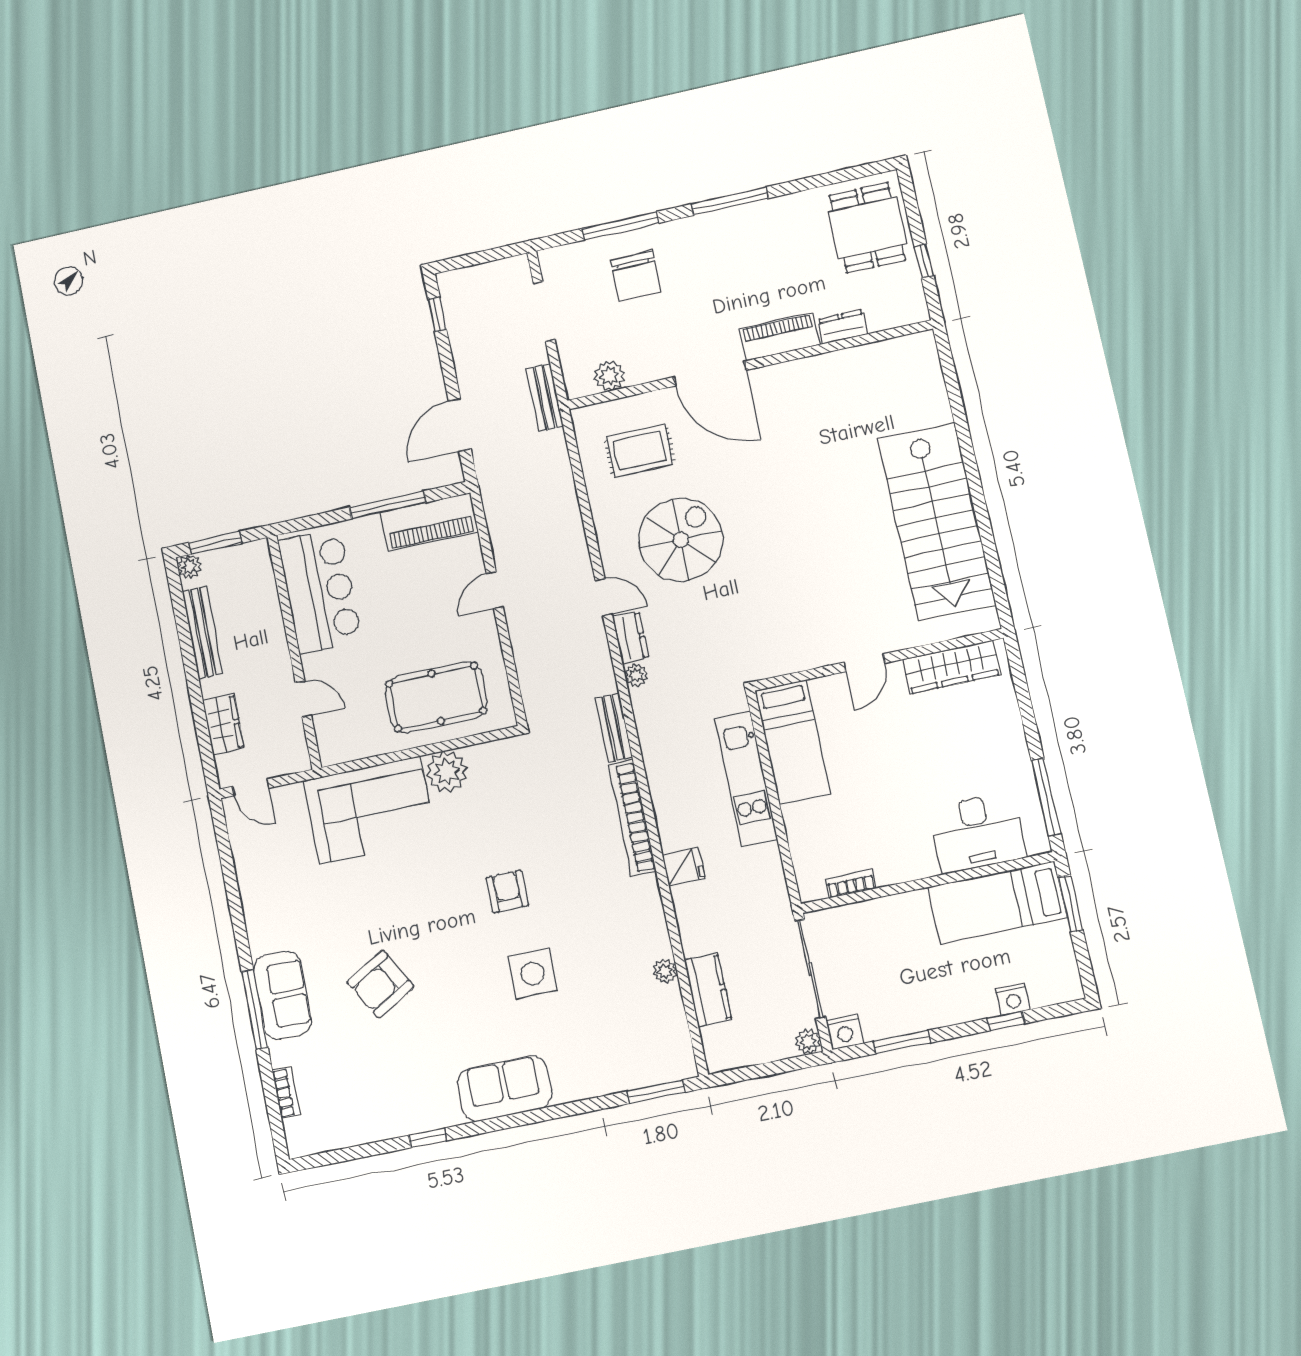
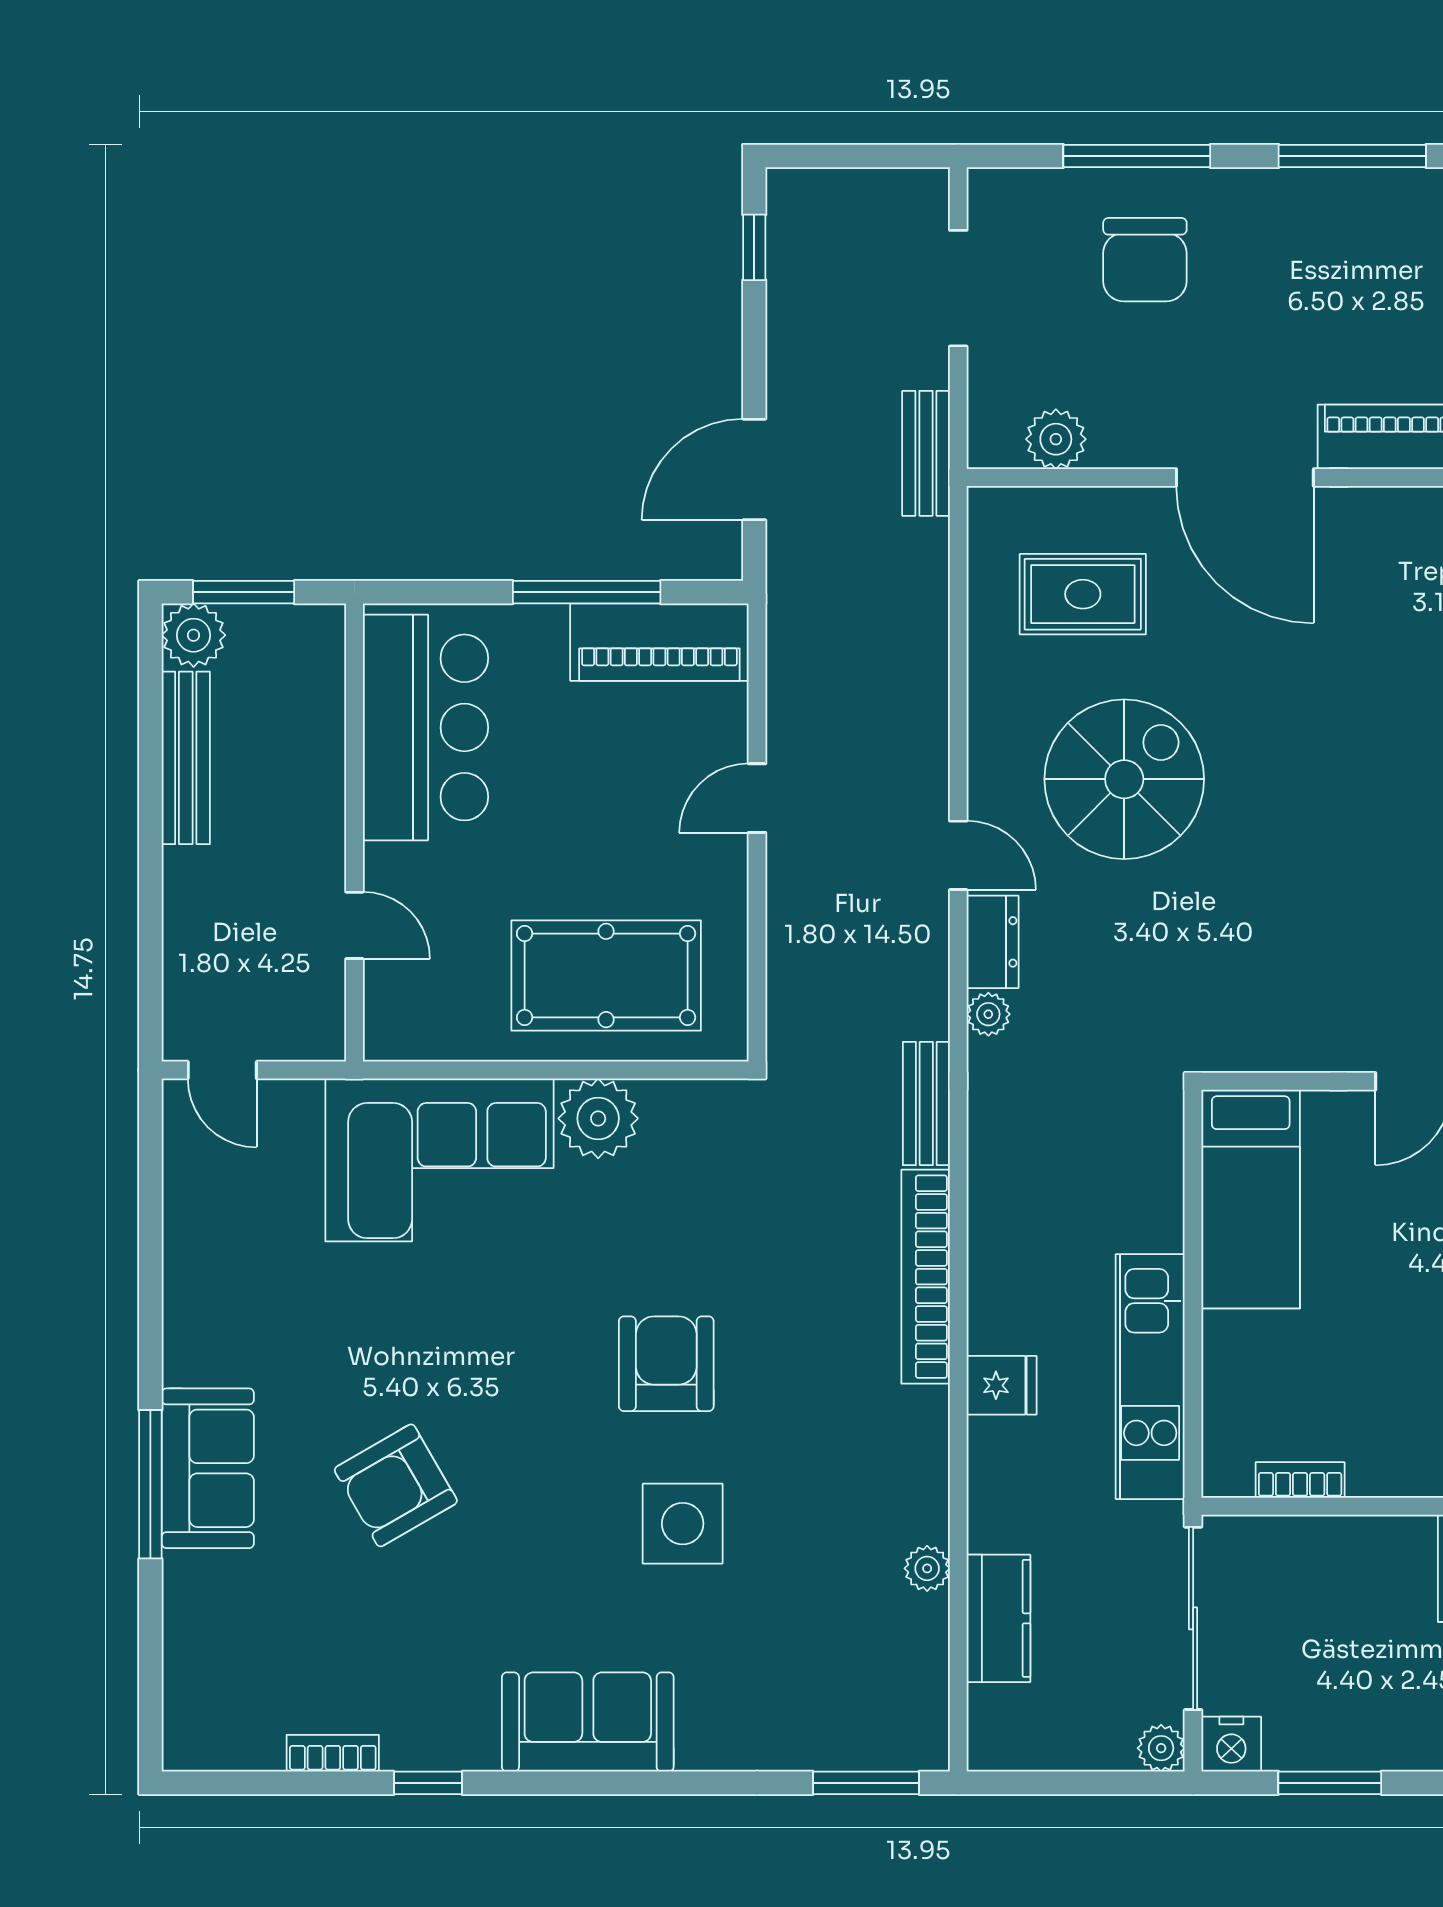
plant: (189, 566) -> (194, 635), width x1.38, depth x1.38
wardrobe: (223, 724) -> (193, 940), removed
kitchen unit: (746, 778) -> (1150, 1377), moved
armchair: (507, 891) -> (666, 1364), width x1.38, depth x1.38
bookcase: (286, 1092) -> (333, 1753), moved, turned -90

